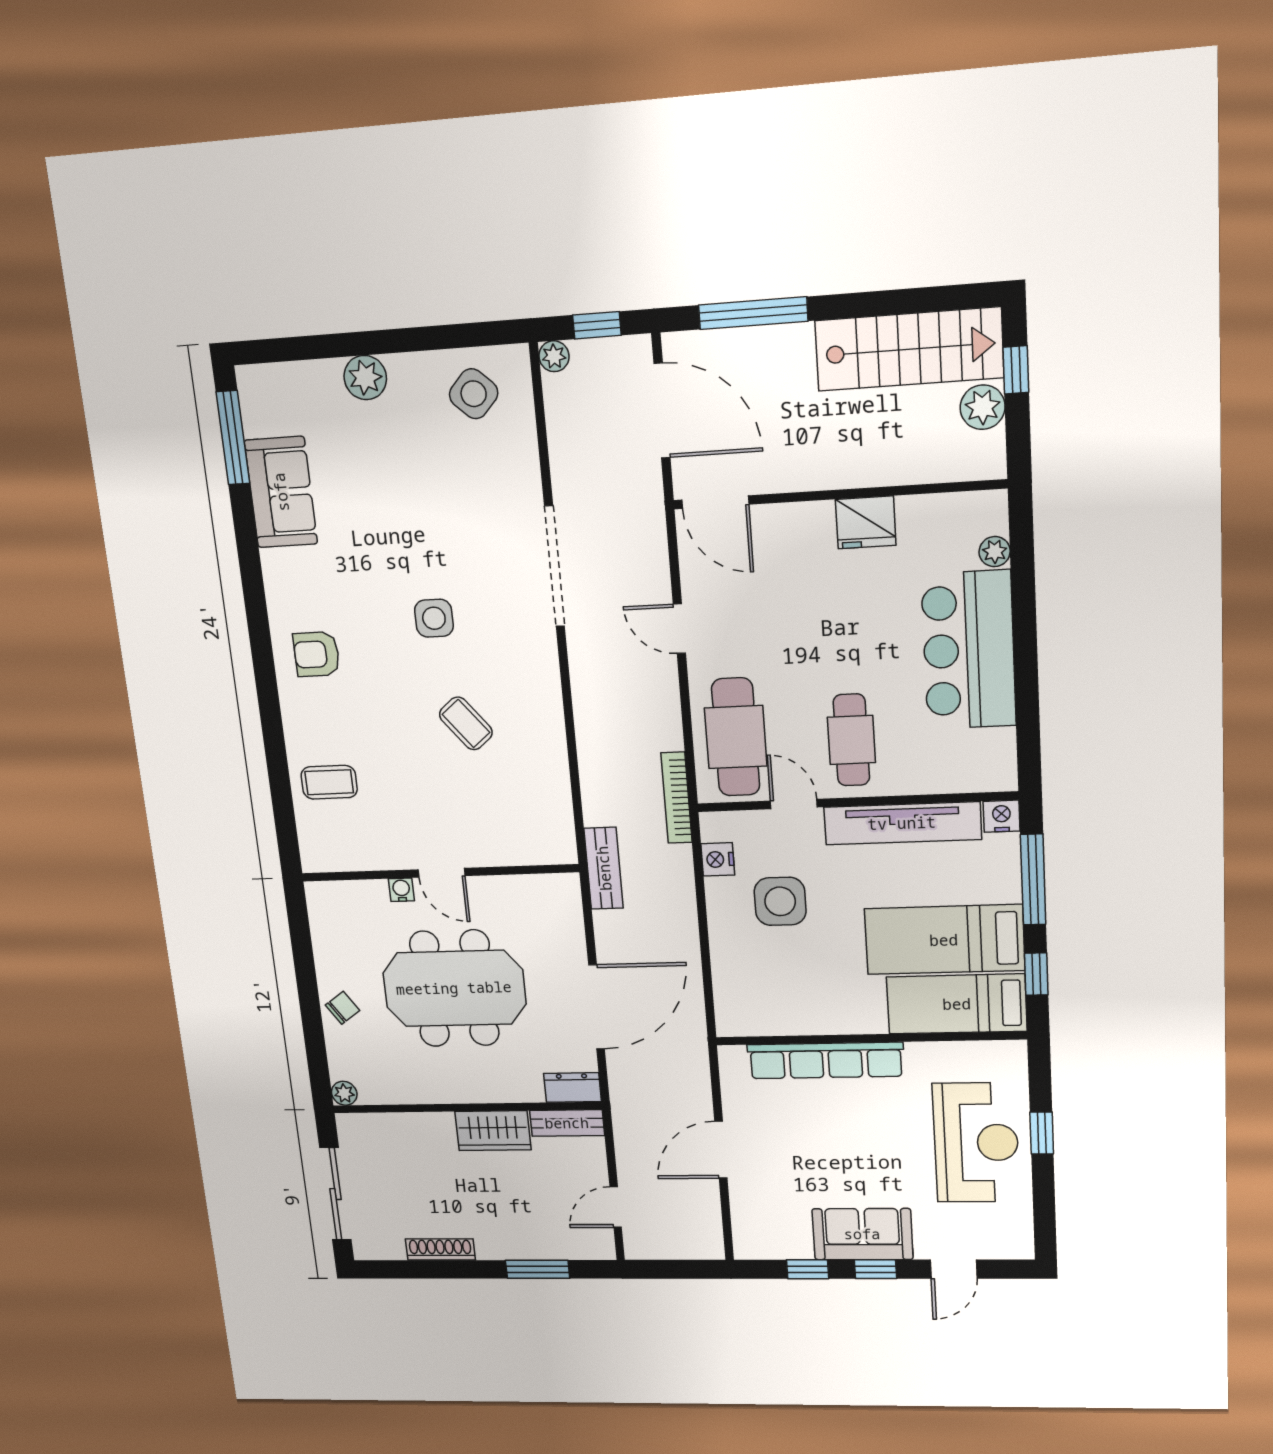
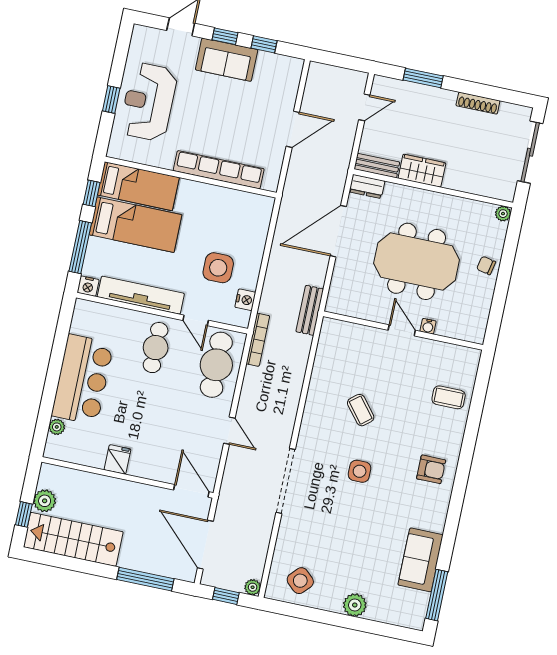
fridge: (866, 522) -> (118, 459), width x0.72
chair: (343, 1008) -> (486, 265), turned 47

